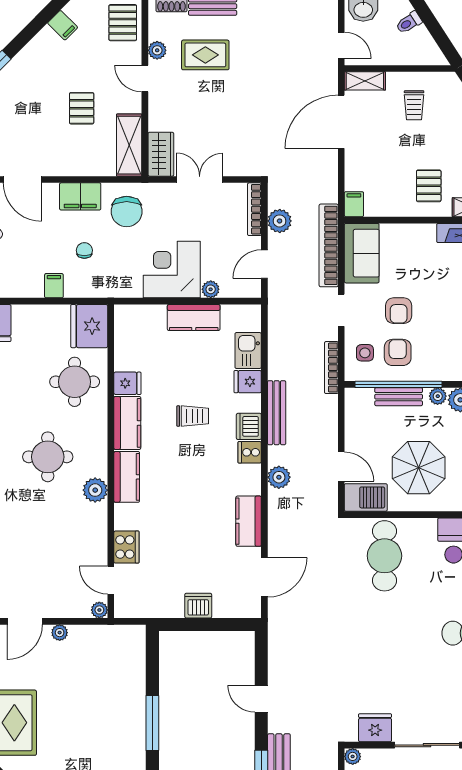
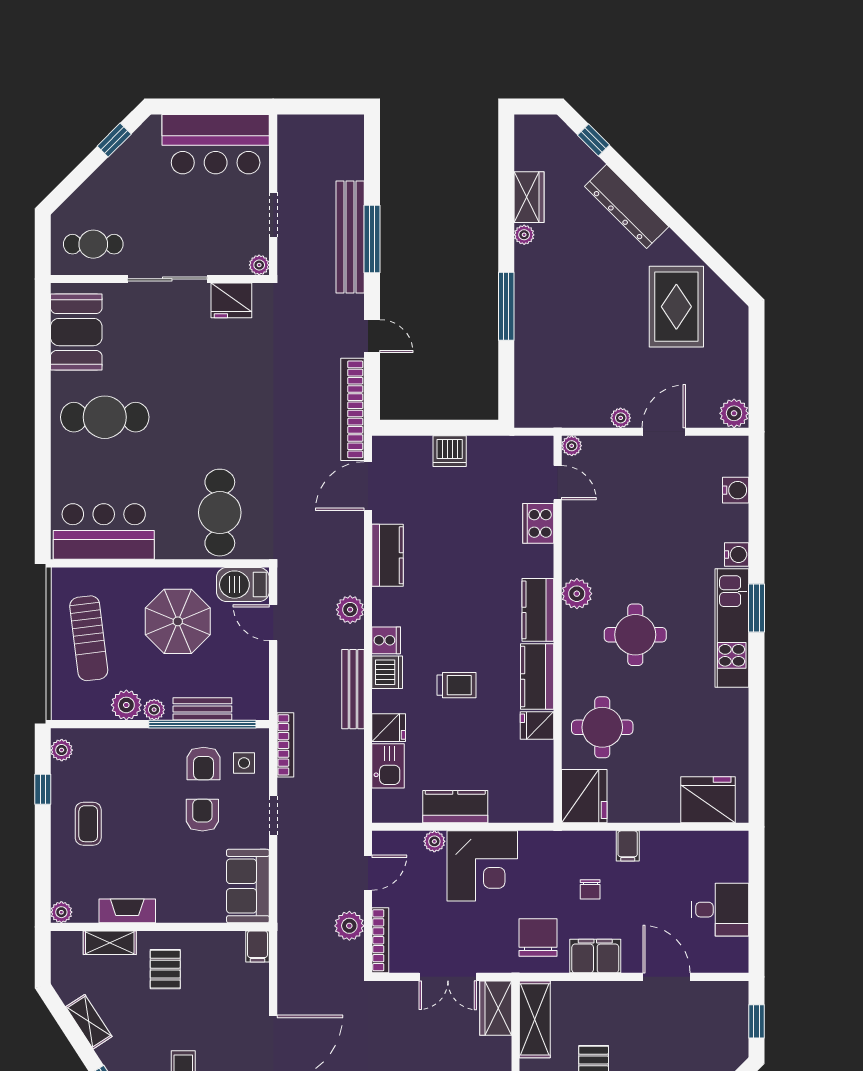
bookcase: (329, 245) -> (352, 409), moved, turned 180
trolley: (193, 416) -> (457, 685), turned 180

